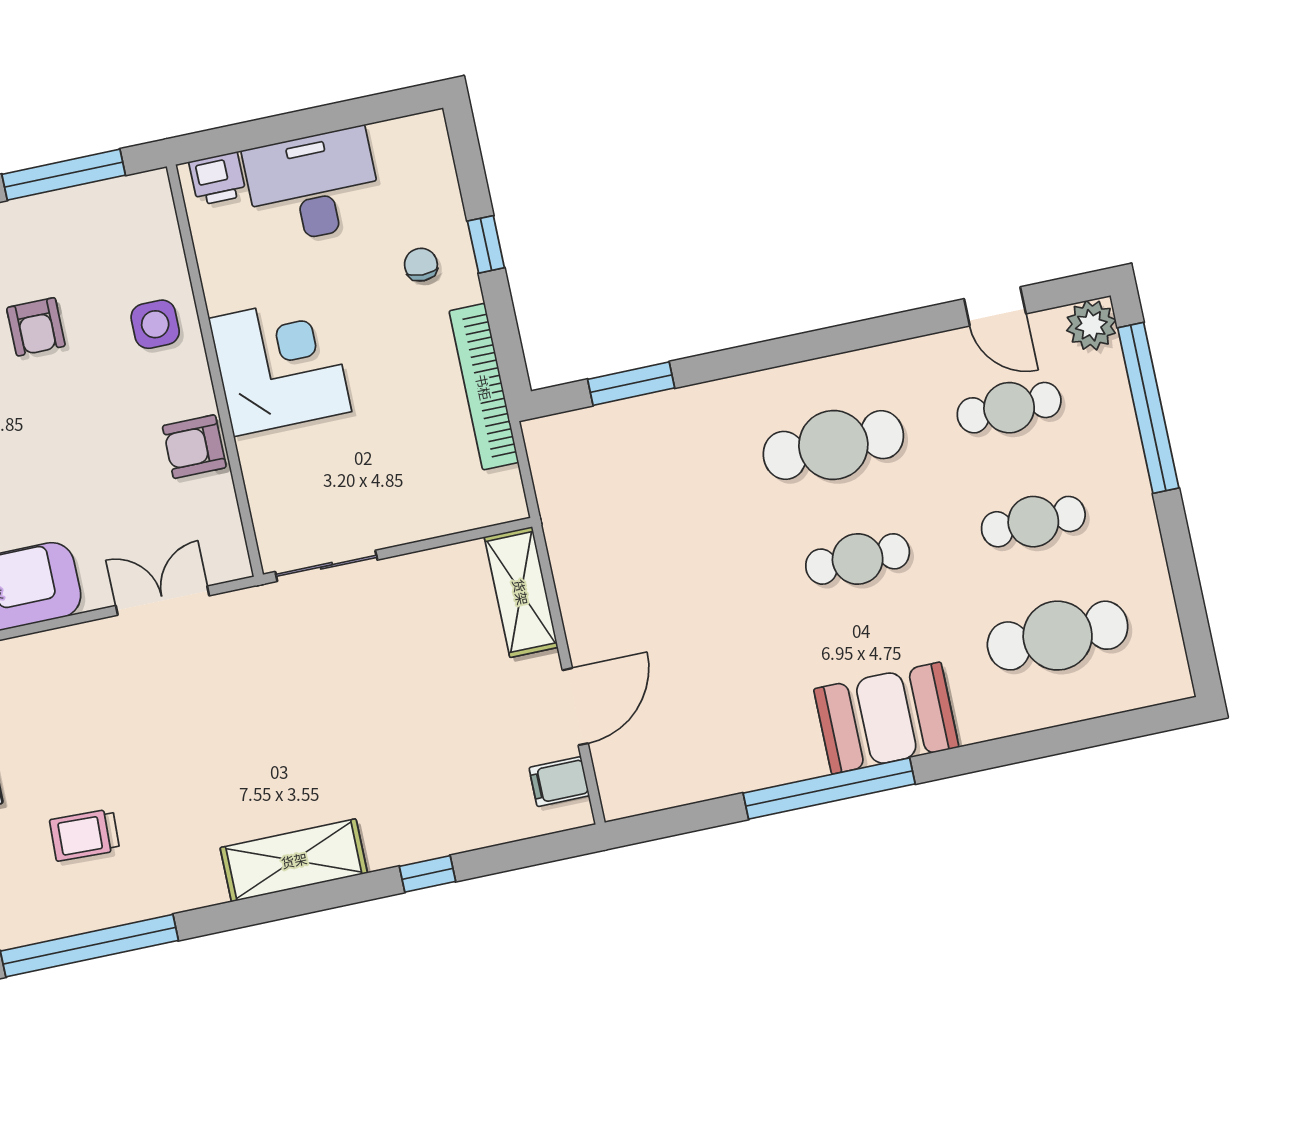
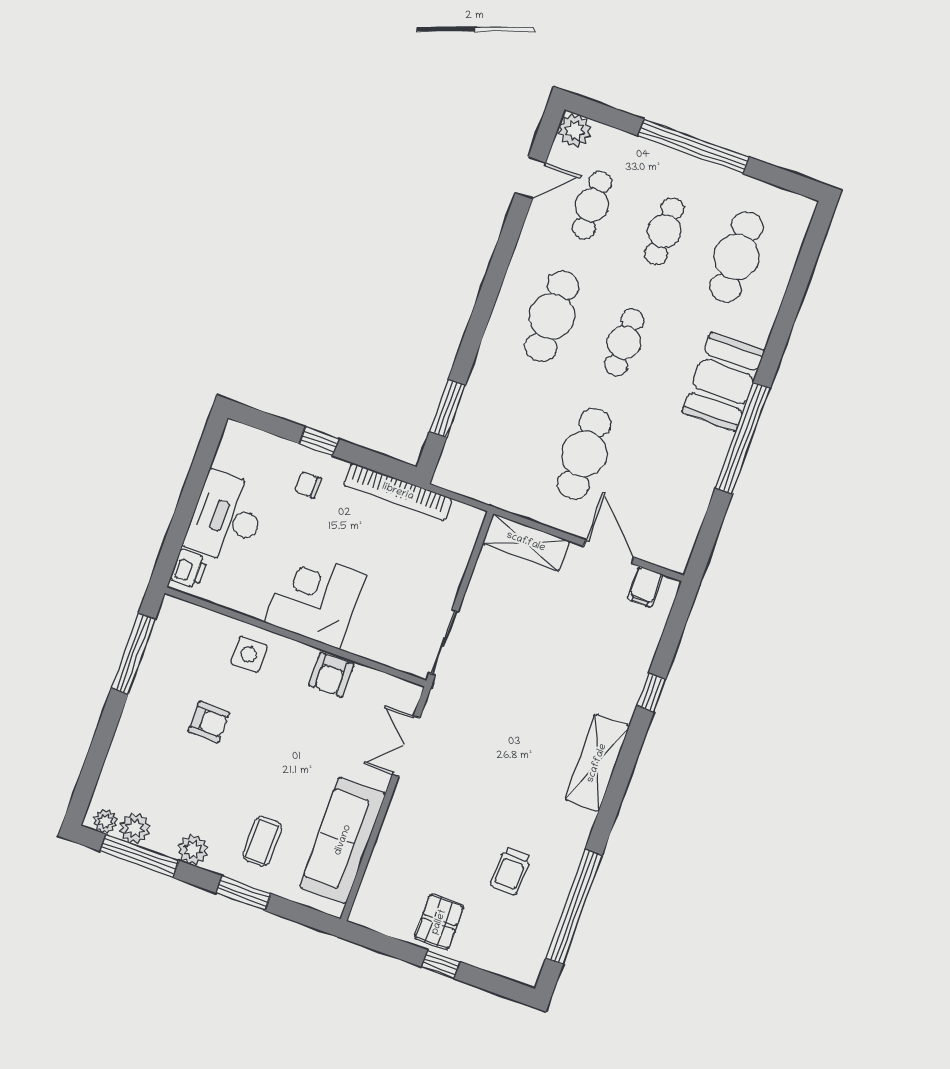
window: (1148, 408) -> (694, 146), moved
cafe table: (682, 596) -> (584, 454), added

